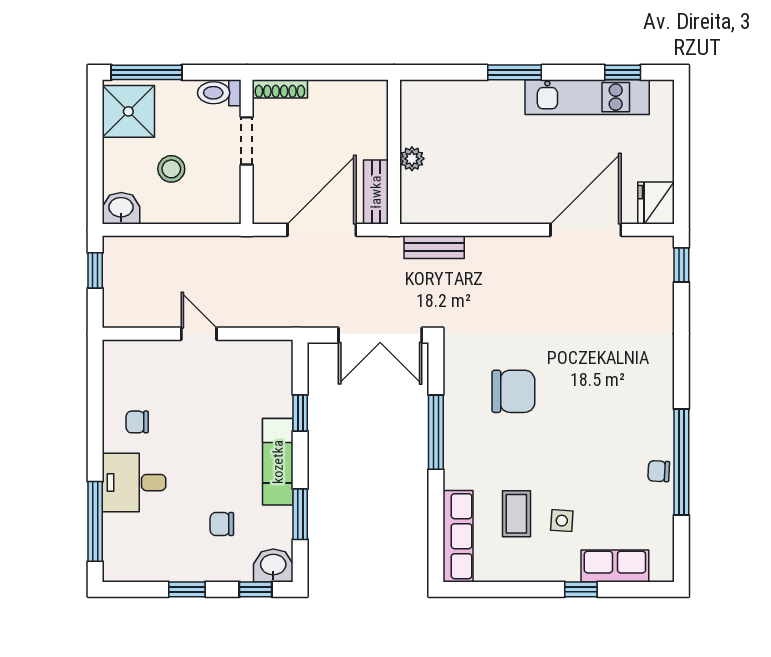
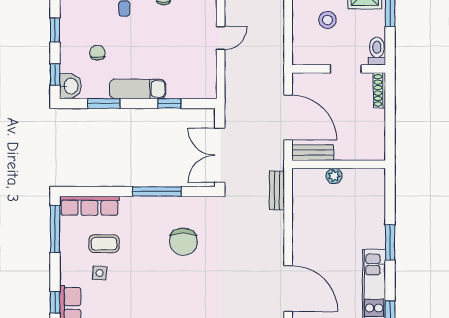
window: (494, 589) -> (55, 229), added
window: (581, 589) -> (55, 302), moved

